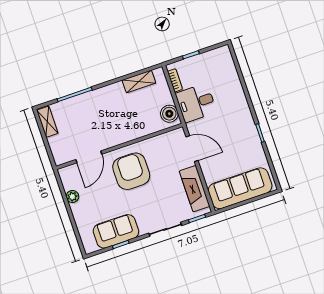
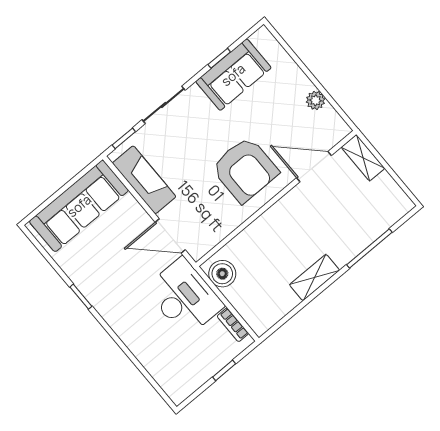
shelving: (139, 82) -> (314, 277), moved
desk: (196, 103) -> (184, 297), width x1.37
shelving: (47, 122) -> (363, 158), moved
door: (89, 157) -> (314, 167), hinge flipped

